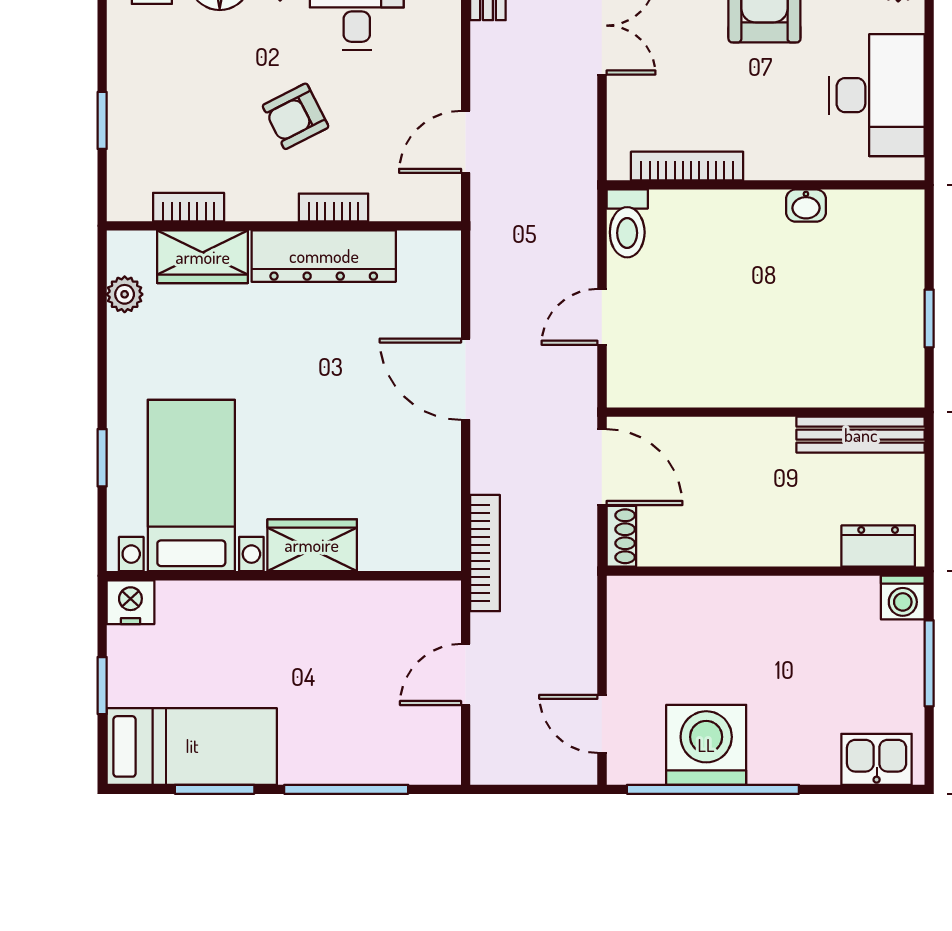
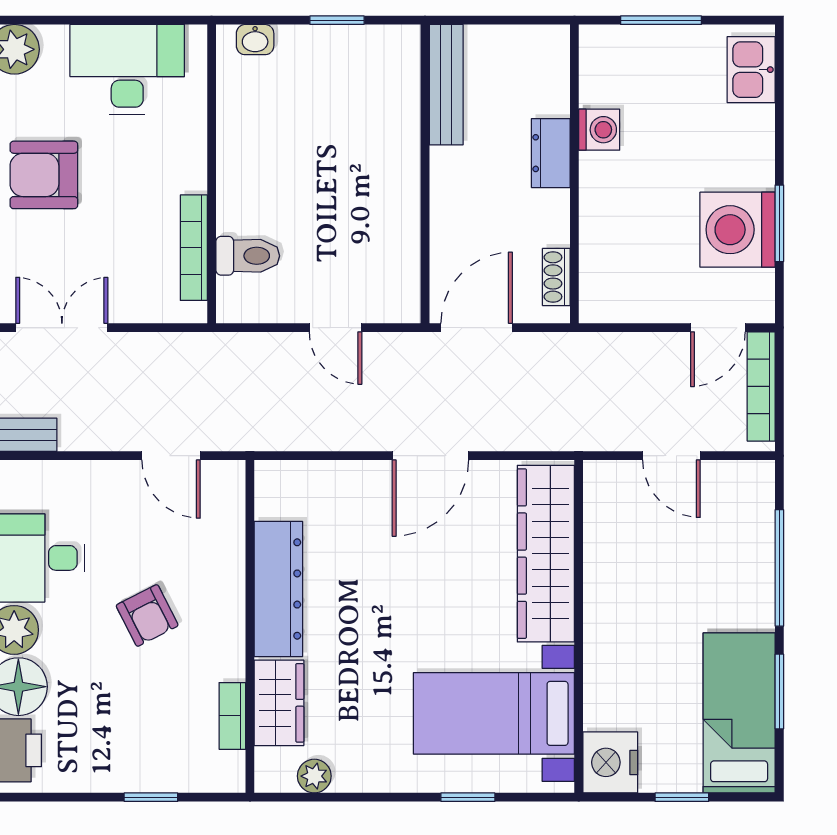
washbasin: (806, 206) -> (255, 40), moved, turned 90
bookcase: (334, 207) -> (233, 580), removed
toilet: (627, 223) -> (248, 256), moved
door: (466, 379) -> (430, 456), moved
shoe rack: (621, 536) -> (556, 277), moved, turned -90
wardrobe: (312, 545) -> (546, 554), width x2.10, depth x1.17
dresser: (878, 546) -> (551, 153), moved
bookcase: (485, 553) -> (761, 386), moved, turned -90
washing machine: (903, 598) -> (599, 130), moved
nightstand: (130, 602) -> (610, 762), width x1.36, depth x1.33
window: (713, 789) -> (779, 223), width x0.47

